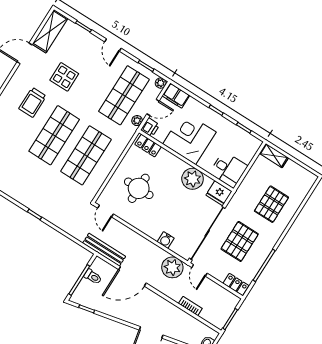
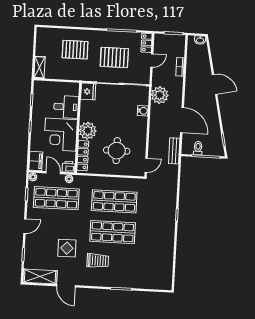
locker: (148, 146) -> (83, 156), width x1.53
desk: (228, 170) -> (66, 107), moved, turned 90
plant: (193, 179) -> (88, 131), moved
bench: (104, 250) -> (174, 151), width x0.73
door: (199, 270) -> (152, 60), moved

